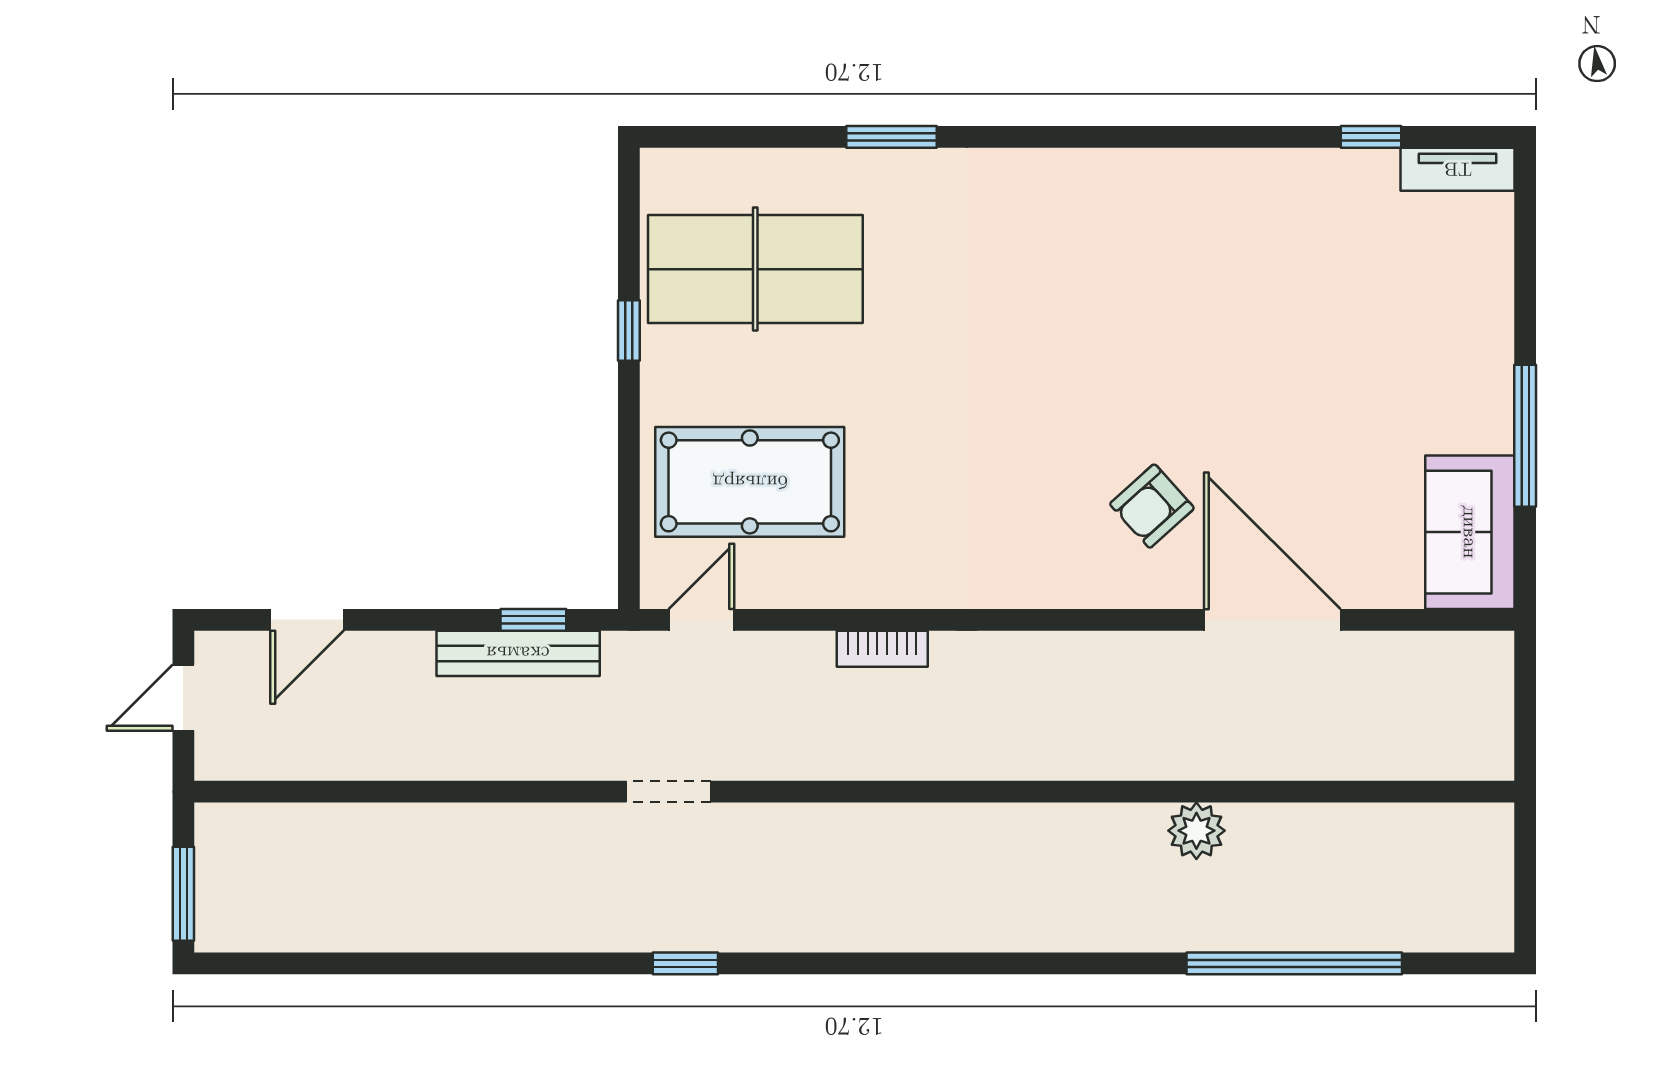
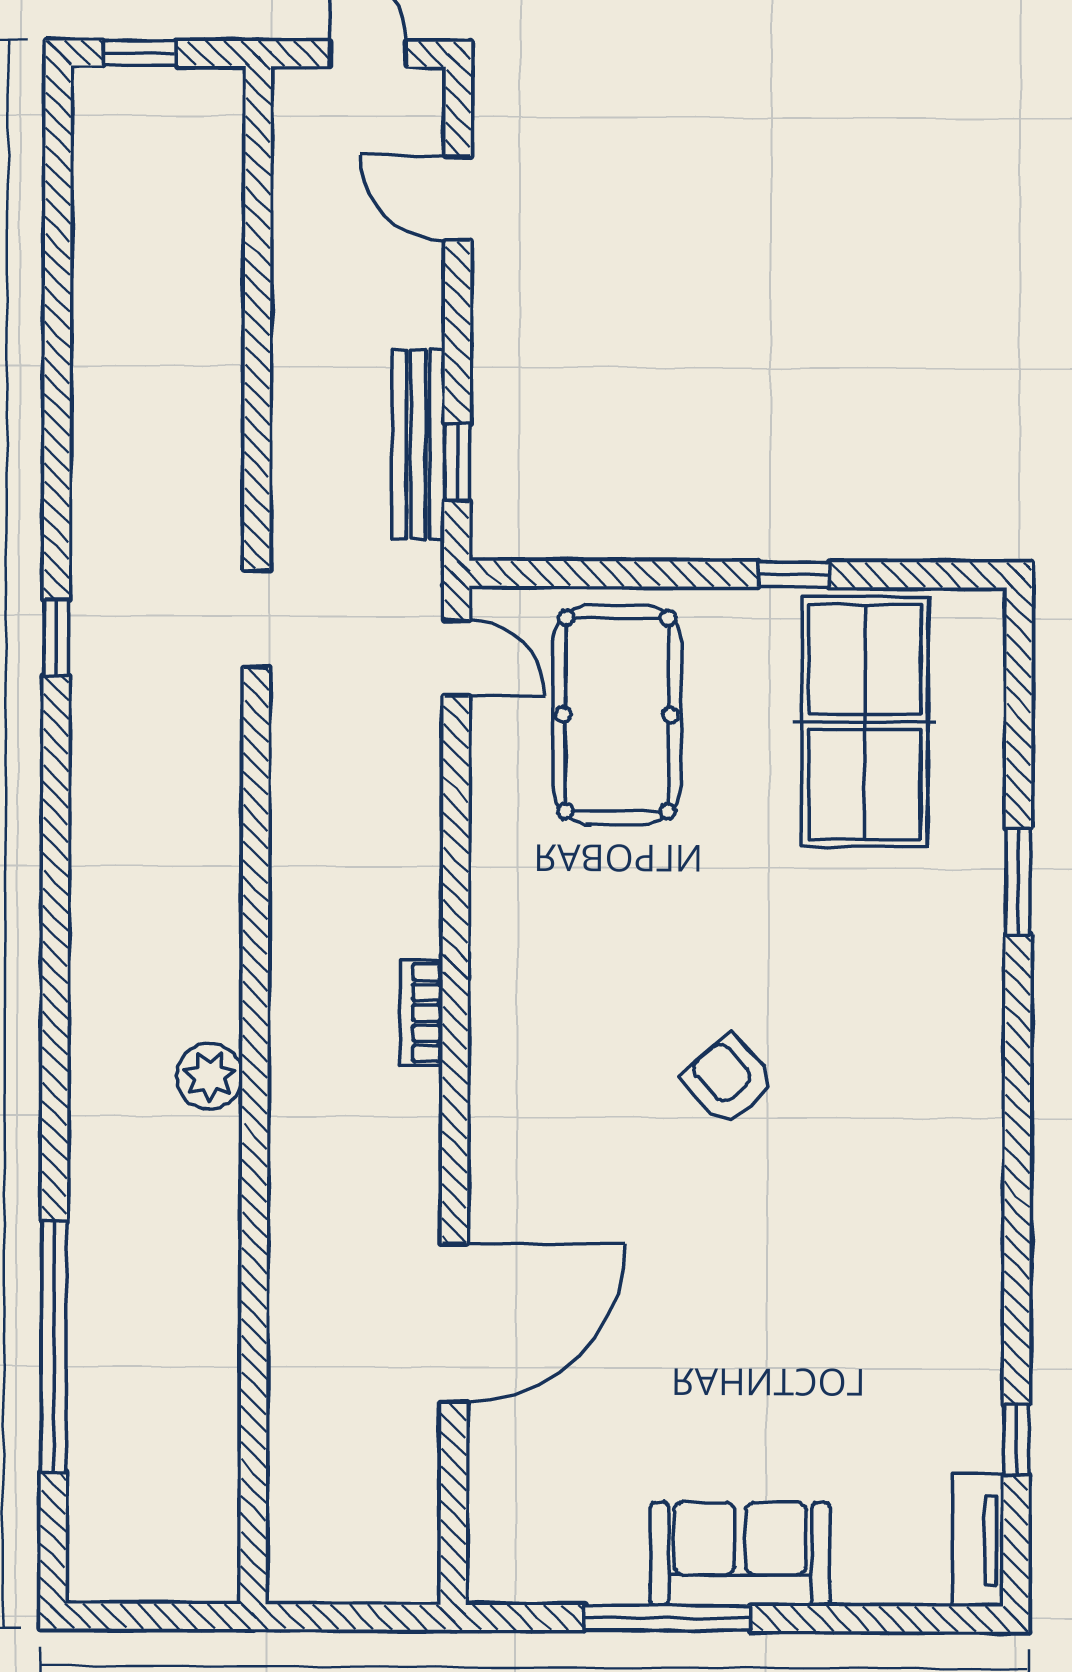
armchair: (1152, 506) -> (729, 1080), moved
sofa: (1470, 532) -> (740, 1554), moved
bookcase: (882, 649) -> (421, 1013), moved
plant: (1196, 831) -> (209, 1076), moved
window: (183, 894) -> (139, 53), width x0.67

